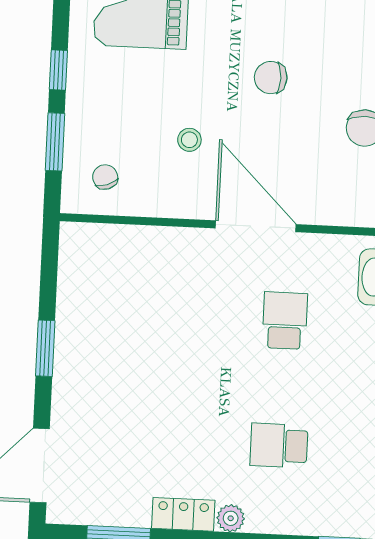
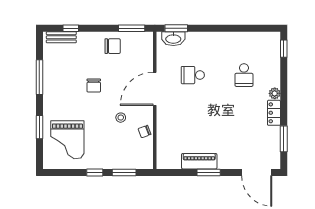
chair: (105, 177) -> (145, 132), moved
piano: (74, 326) -> (199, 161), added

